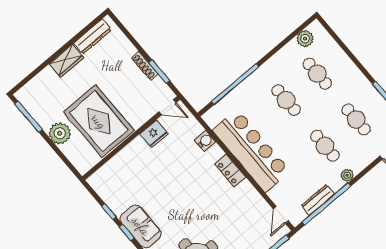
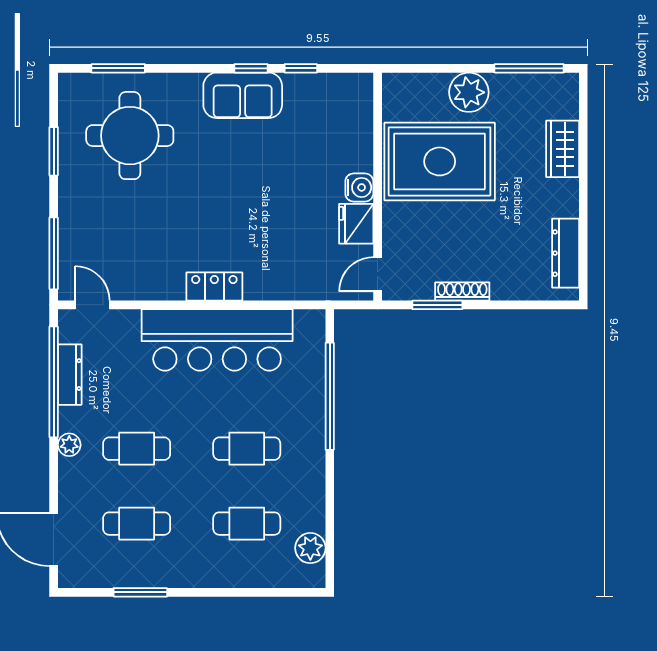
wardrobe: (66, 61) -> (563, 149), moved
water cooler: (205, 141) -> (359, 187), moved, turned -90

